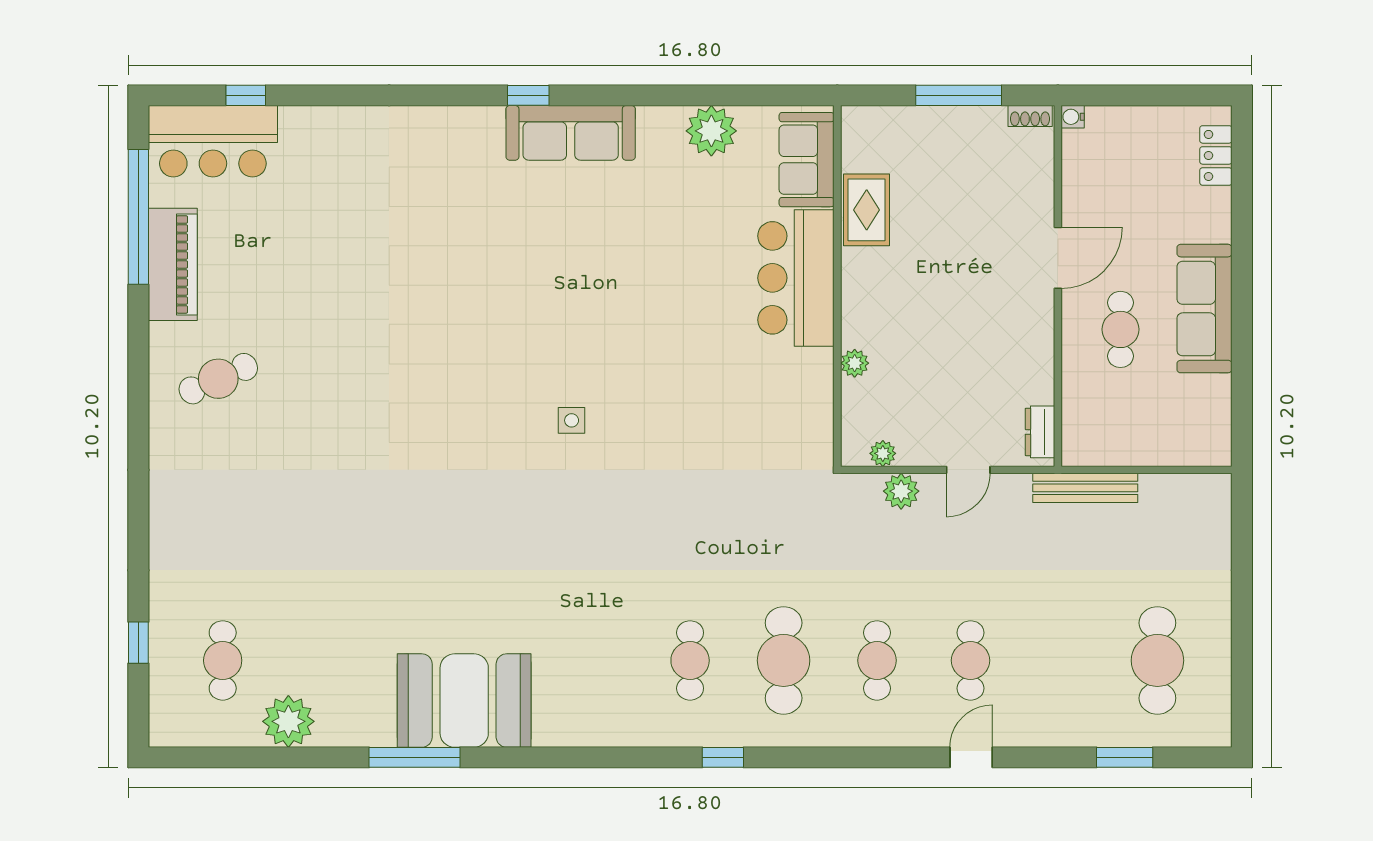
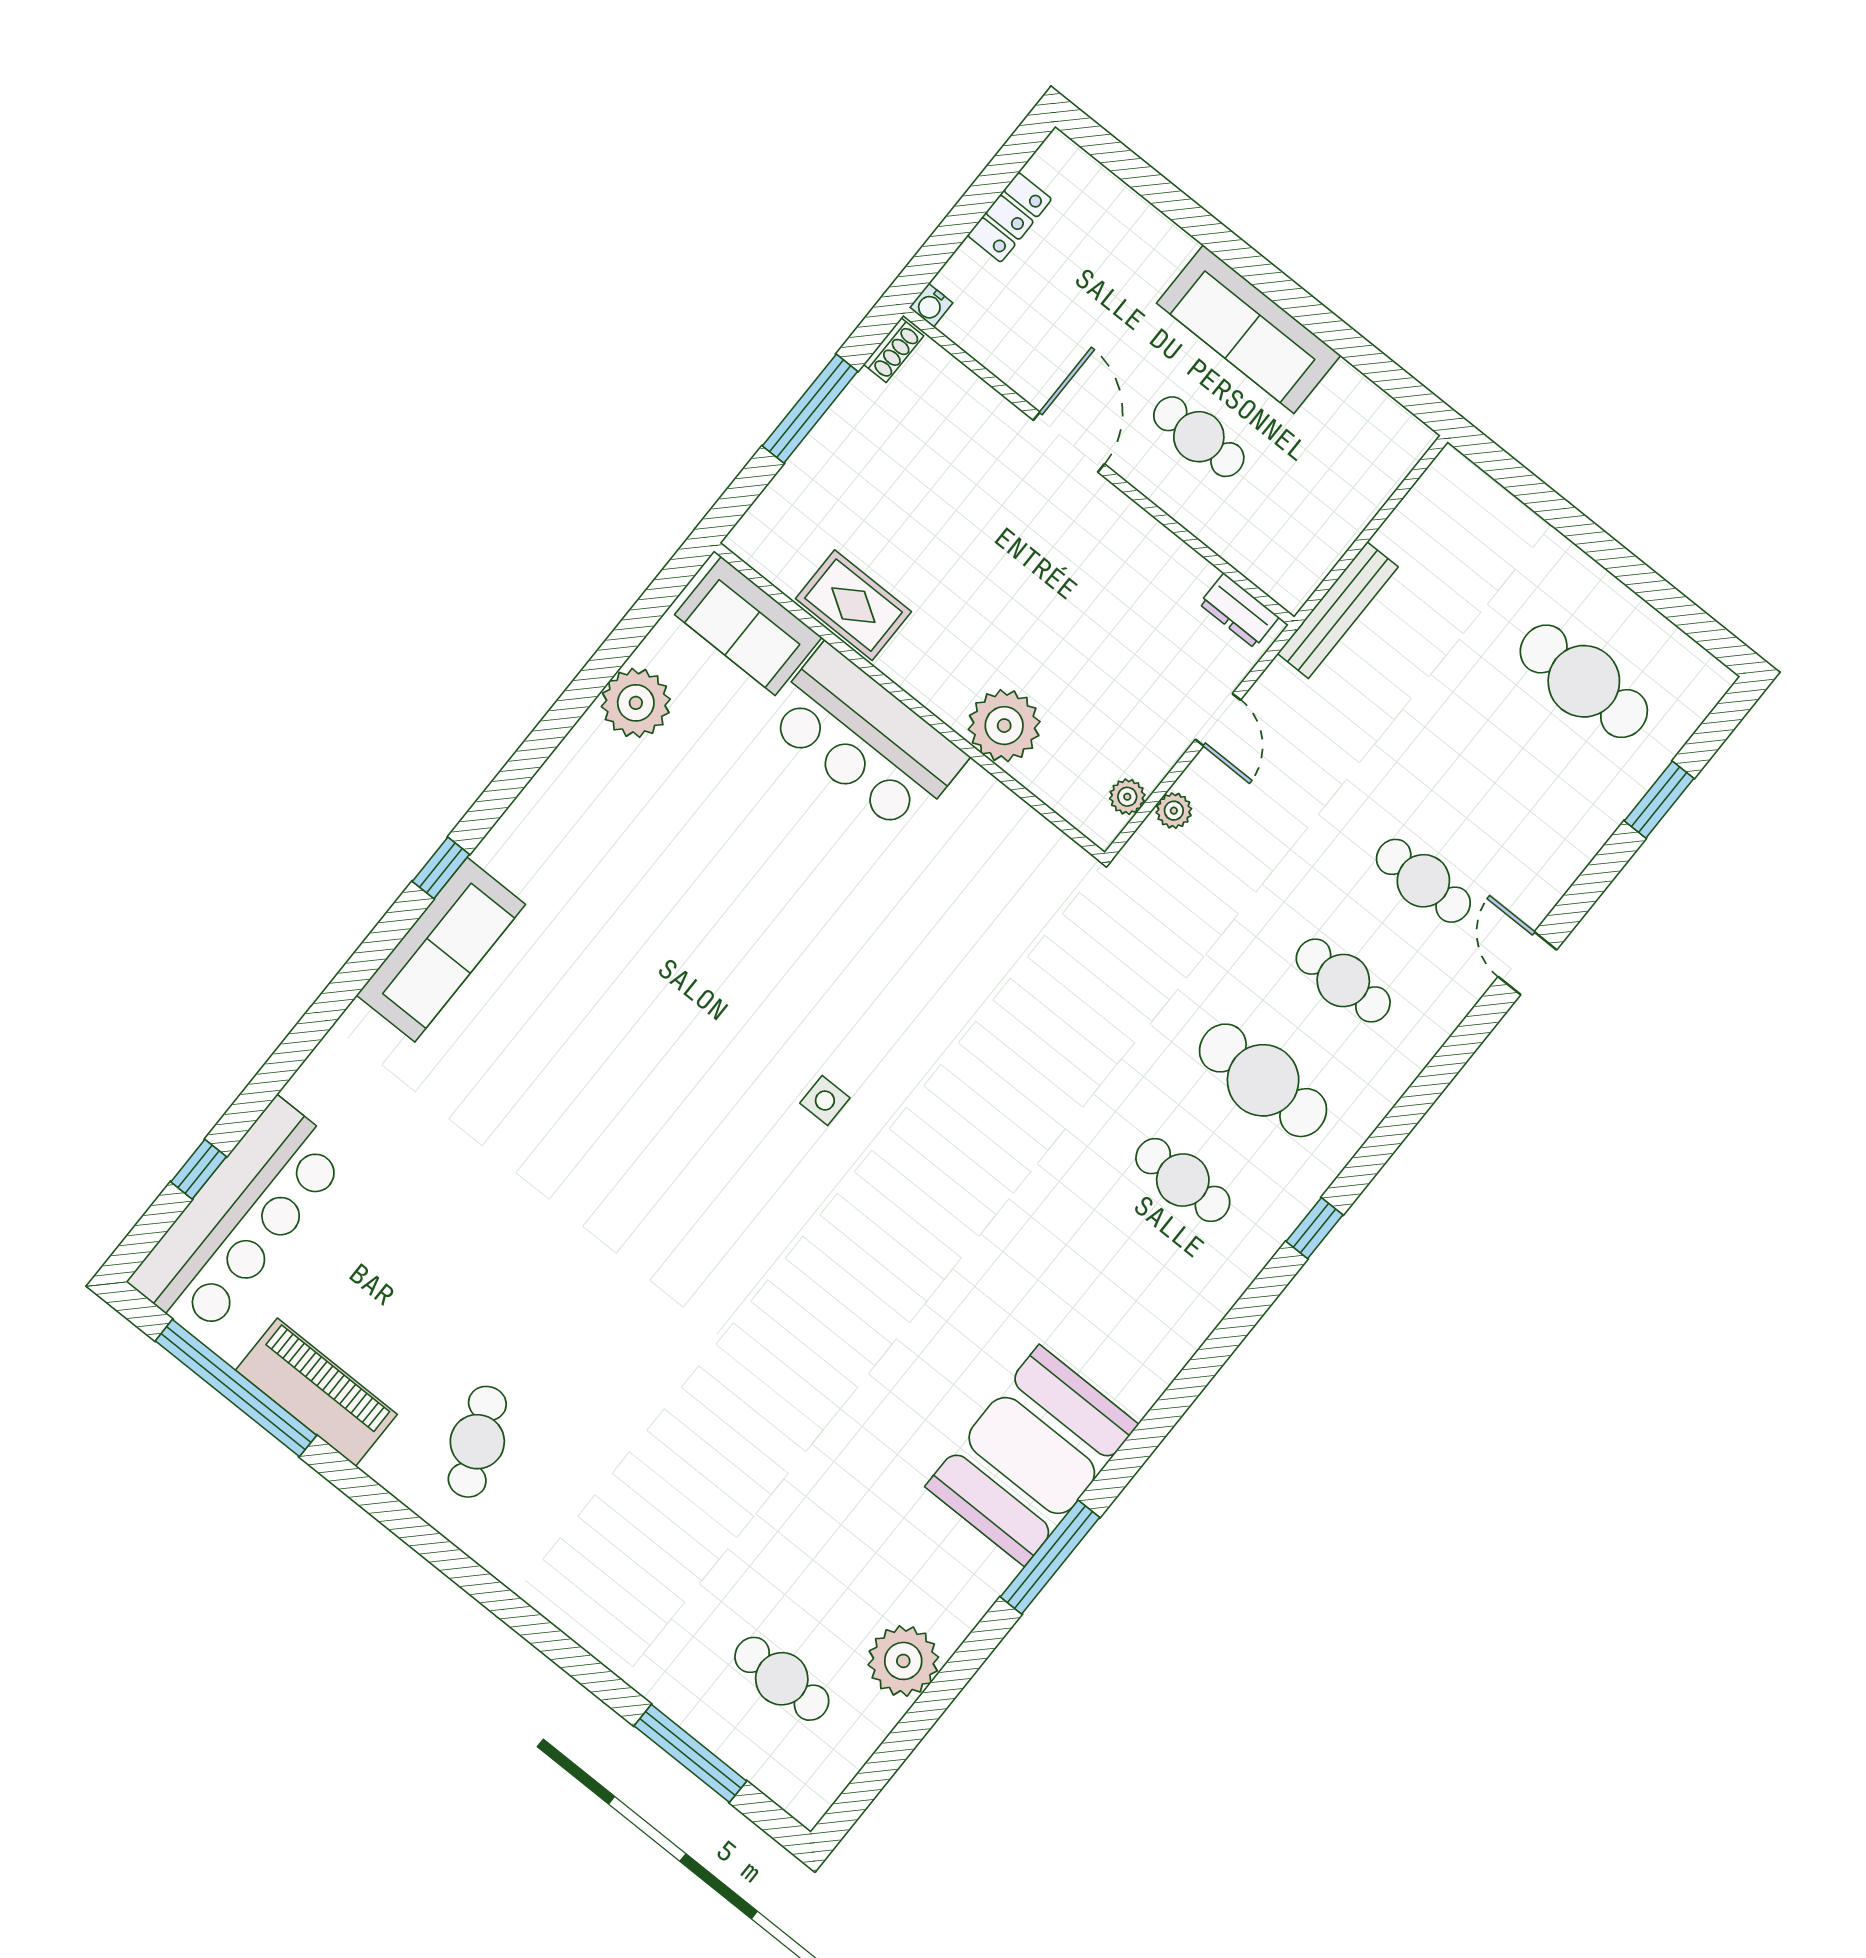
sofa: (571, 133) -> (441, 950), moved
bar counter: (213, 141) -> (239, 1219), width x1.36
locker: (1216, 155) -> (1010, 217), moved, turned -90
plant: (855, 363) -> (1004, 726), width x1.88, depth x1.88
plant: (901, 491) -> (1174, 811), width x0.73, depth x0.73
window: (138, 643) -> (690, 1753), width x2.17

